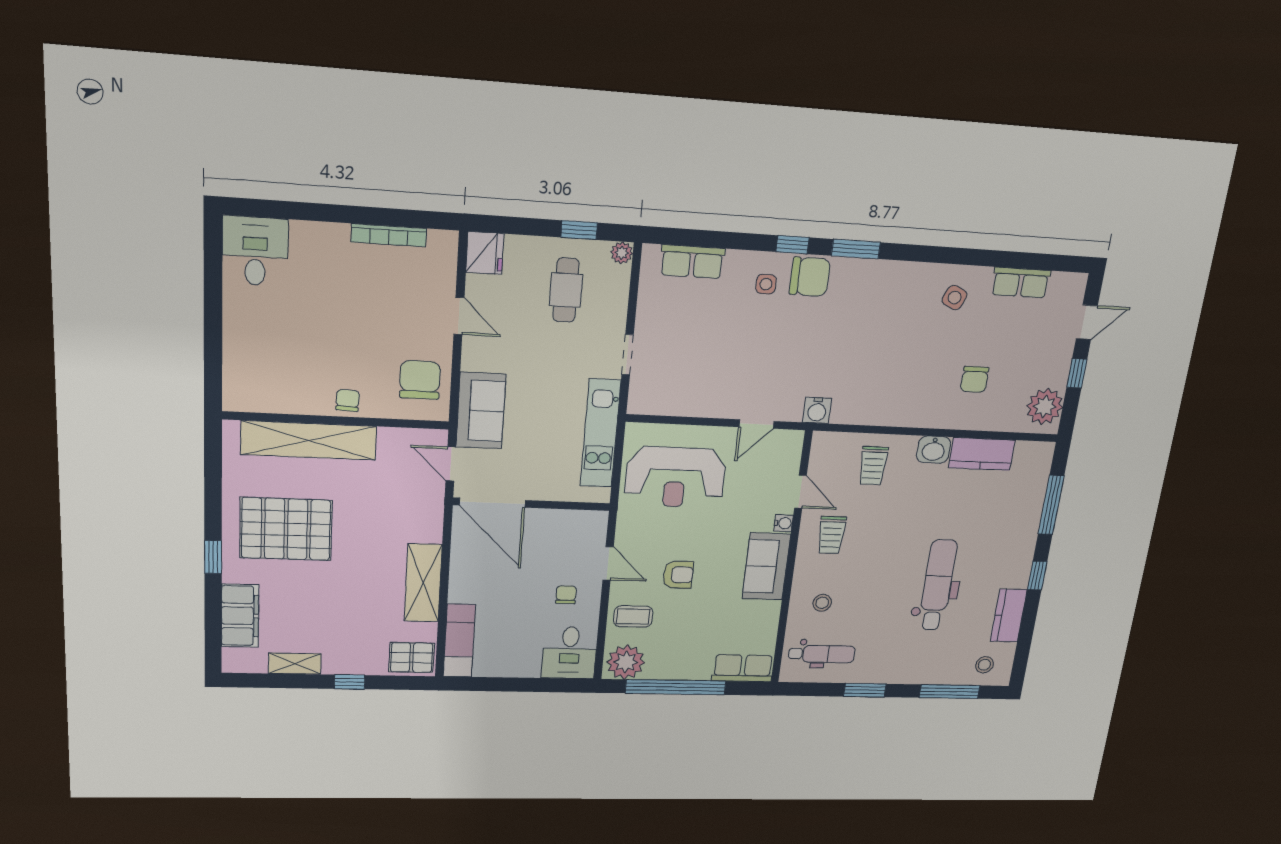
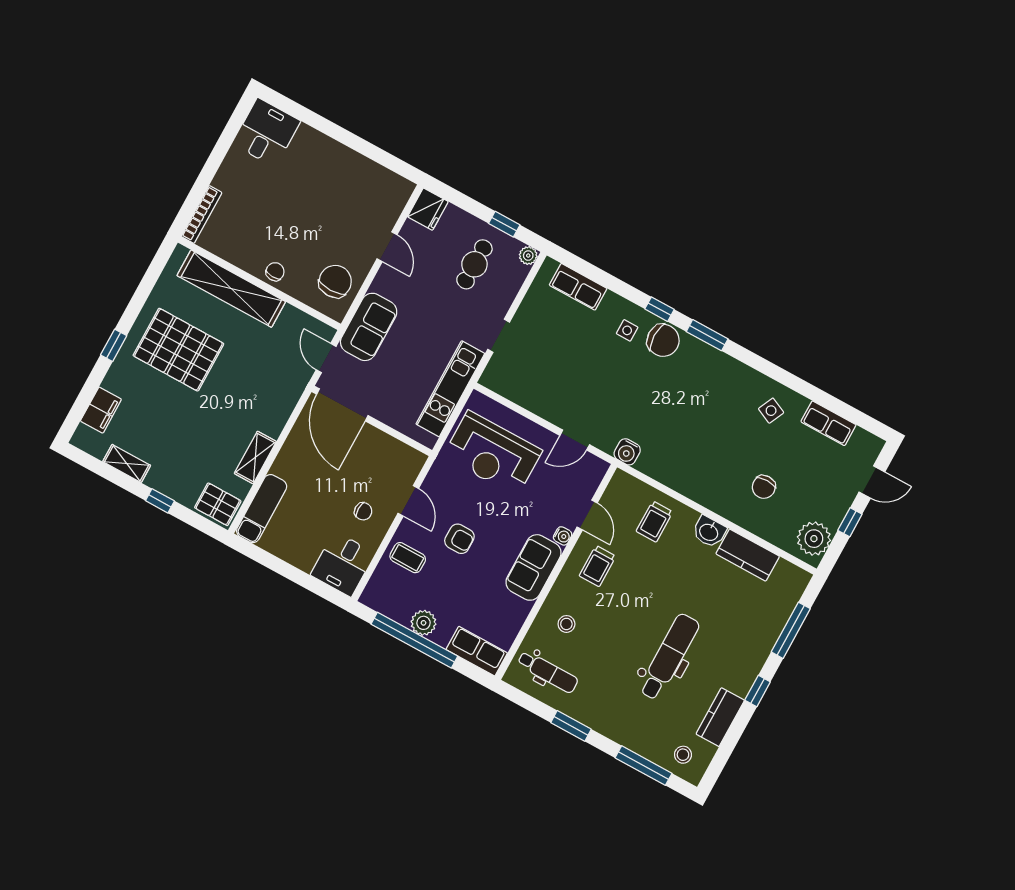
bookcase: (389, 235) -> (202, 215), moved, turned -90
shelving: (423, 583) -> (255, 457), width x0.67, depth x0.75
chair: (566, 595) -> (363, 511), turned 90
filing cabinet: (240, 616) -> (101, 410), width x0.67, depth x0.86
plant: (626, 662) -> (424, 623), moved, width x0.73, depth x0.73

